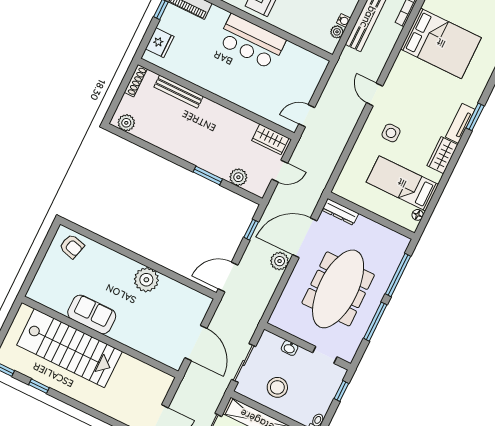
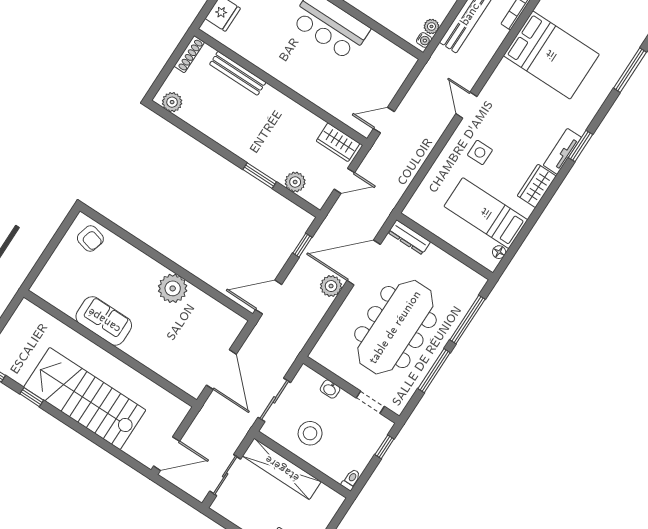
water cooler: (344, 20) -> (424, 40), moved
stairs: (69, 348) -> (85, 399), moved, turned 180

